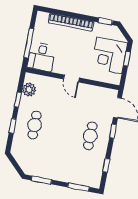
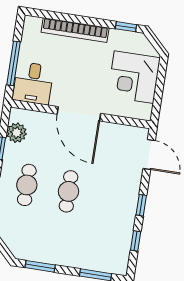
window: (127, 59) -> (160, 81), removed
door: (71, 79) -> (79, 114), width x1.88
window: (113, 131) -> (141, 205), moved
cafe table: (90, 136) -> (69, 191), moved

